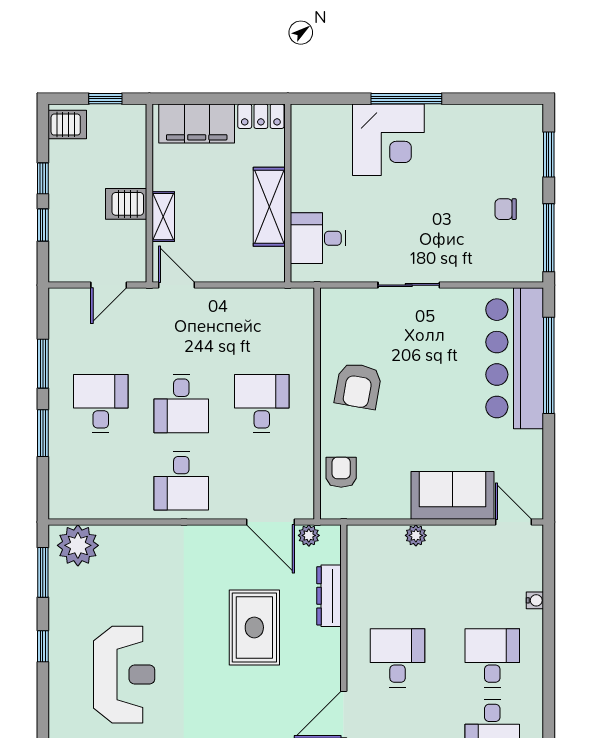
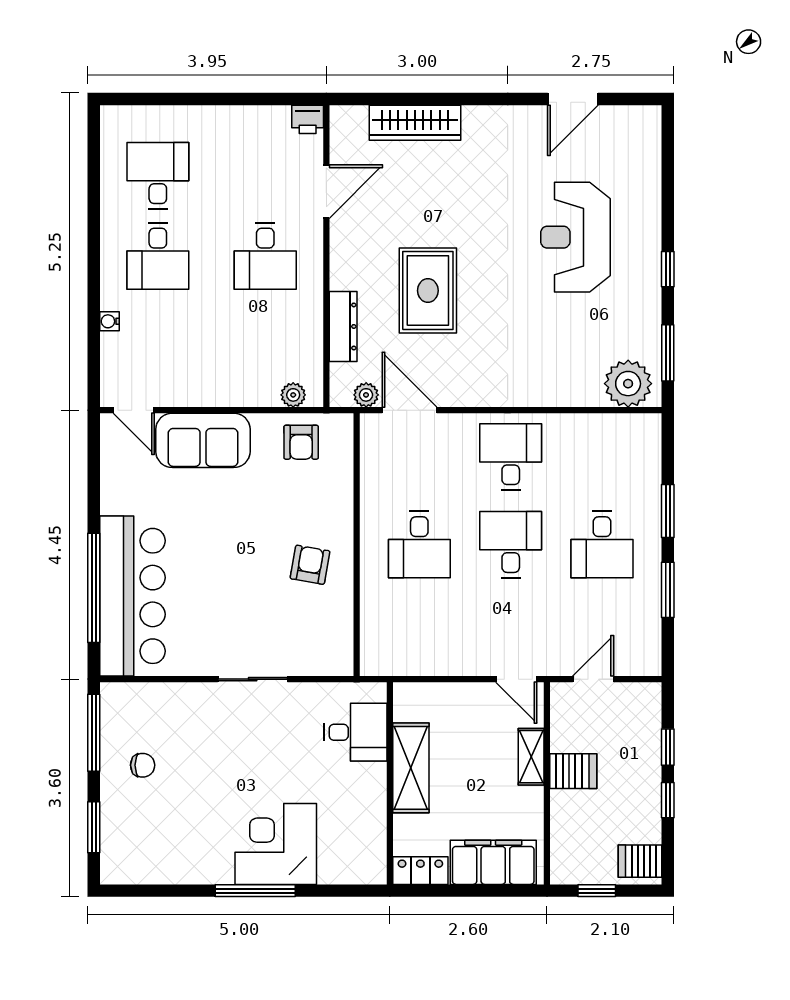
armchair: (358, 386) -> (310, 565), width x0.72, depth x0.72
armchair: (341, 472) -> (301, 442), moved
plant: (416, 535) -> (293, 395), moved

